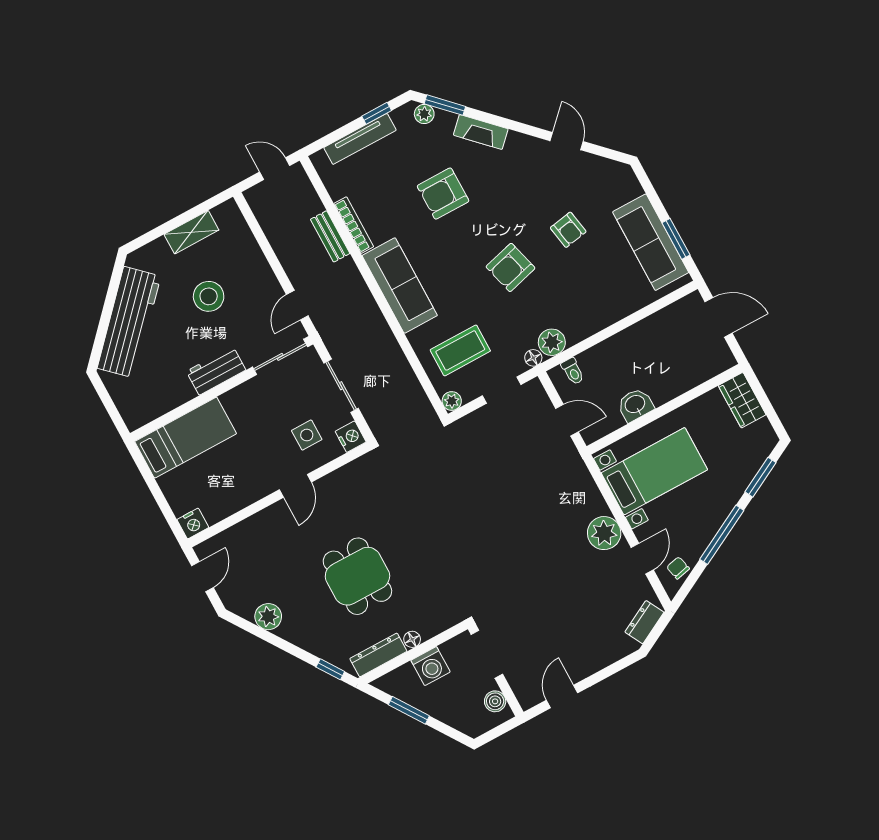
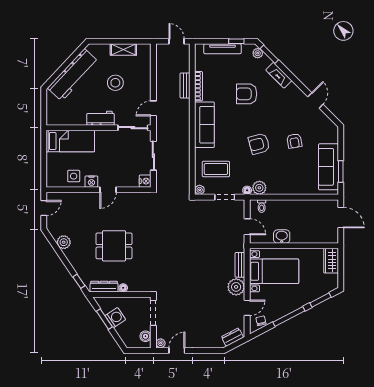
side table: (307, 435) -> (74, 176), moved
bench: (590, 492) -> (240, 265), added
nightstand: (193, 523) -> (91, 182), moved
dining table: (357, 576) -> (114, 246), turned 90
washing machine: (431, 666) -> (115, 318), moved, turned -124
plant: (527, 699) -> (161, 343), added

